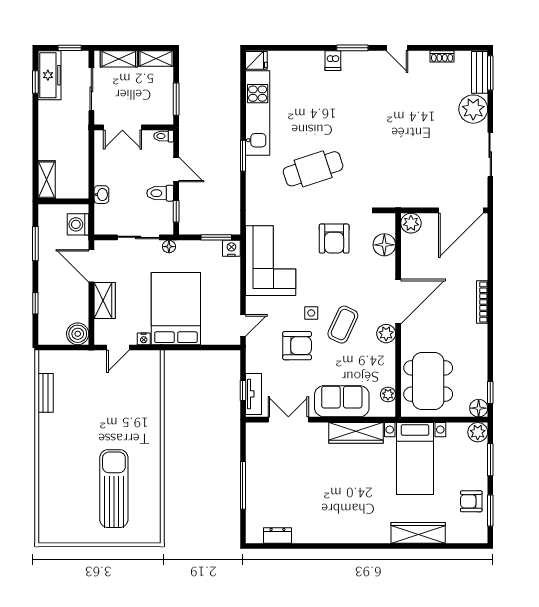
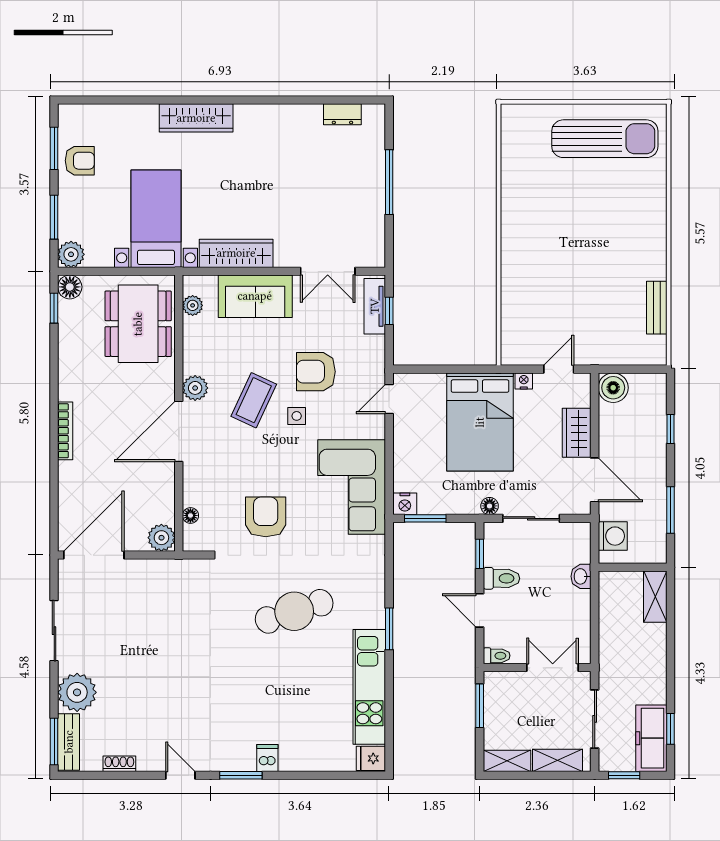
floor lamp: (384, 245) -> (190, 515), width x0.53, depth x0.53
sun lounger: (114, 489) -> (605, 139), moved, turned -90
wardrobe: (418, 533) -> (196, 118), moved

